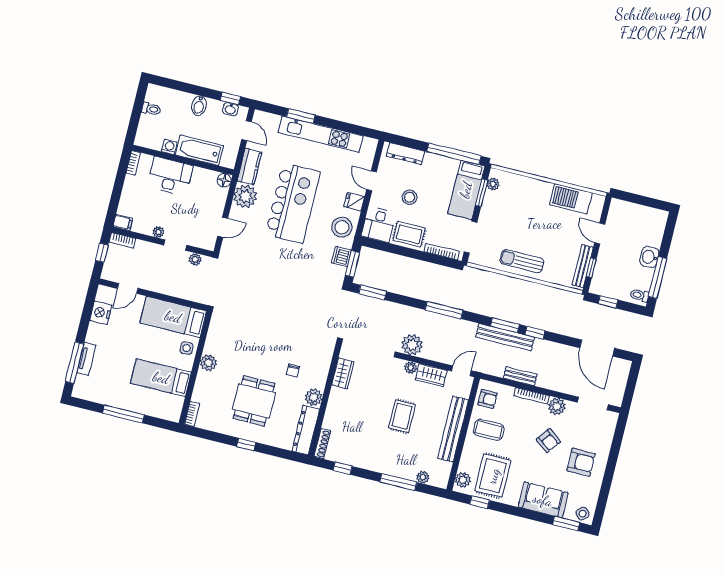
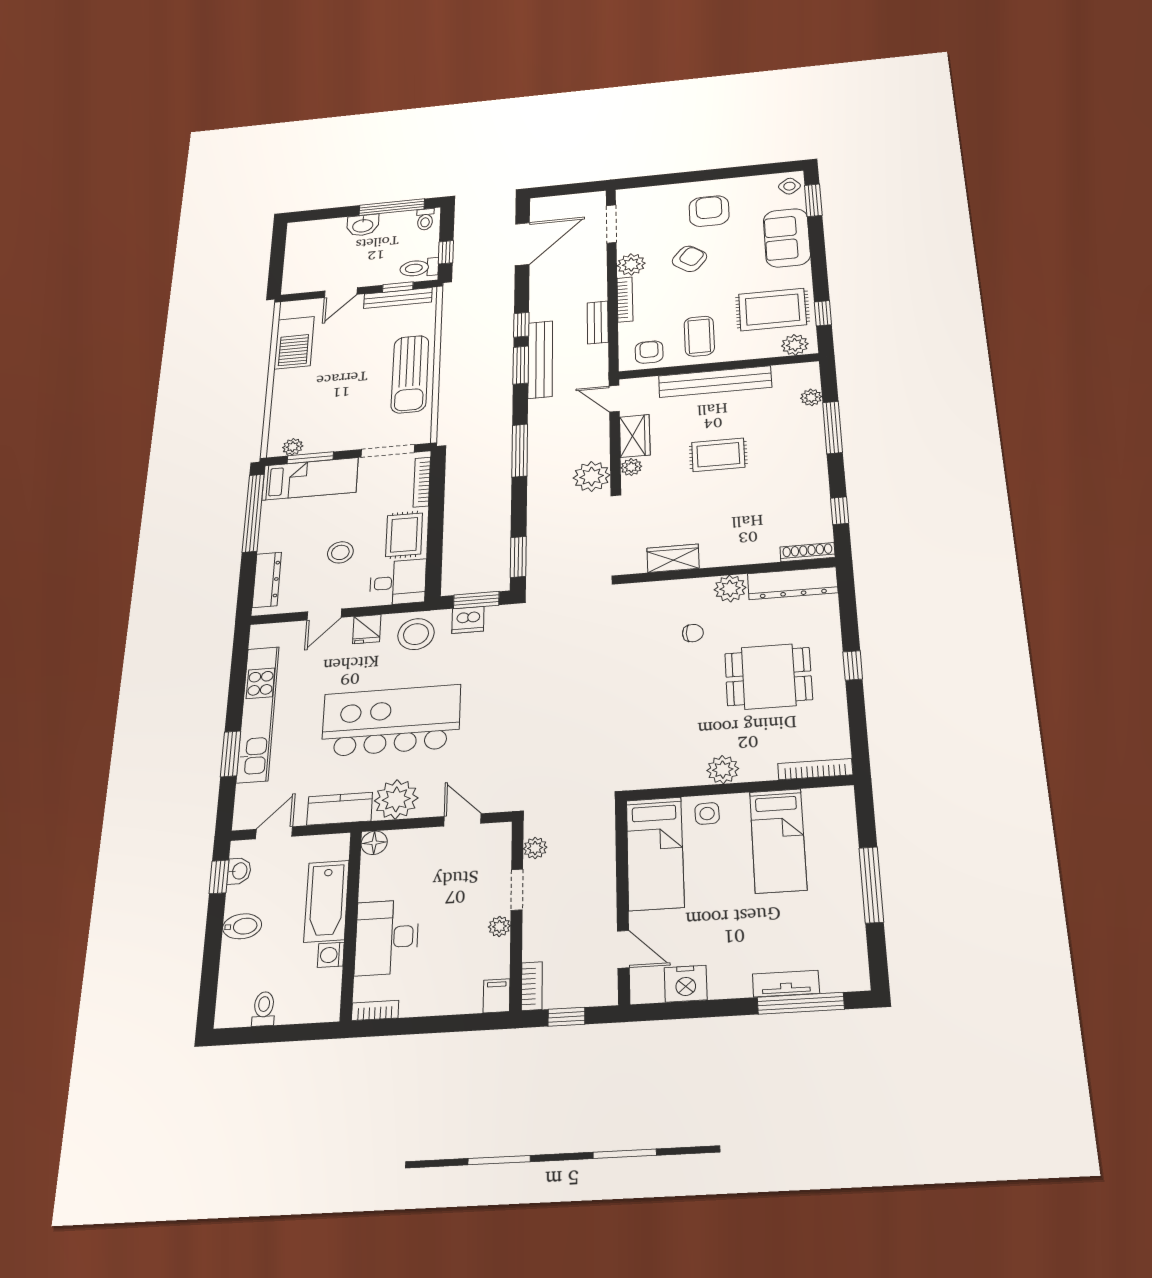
sun lounger: (522, 261) -> (410, 374), width x1.36, depth x1.34
toilet: (602, 284) -> (419, 268), added
bookcase: (192, 414) -> (815, 769), width x1.56

